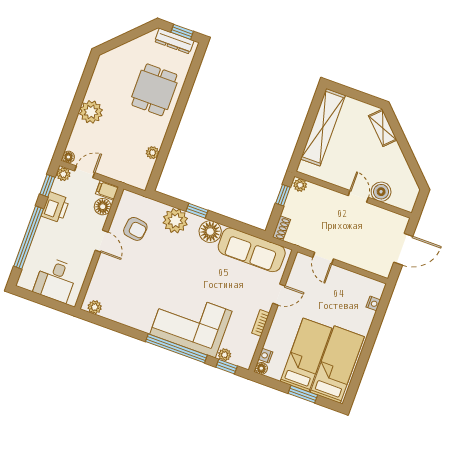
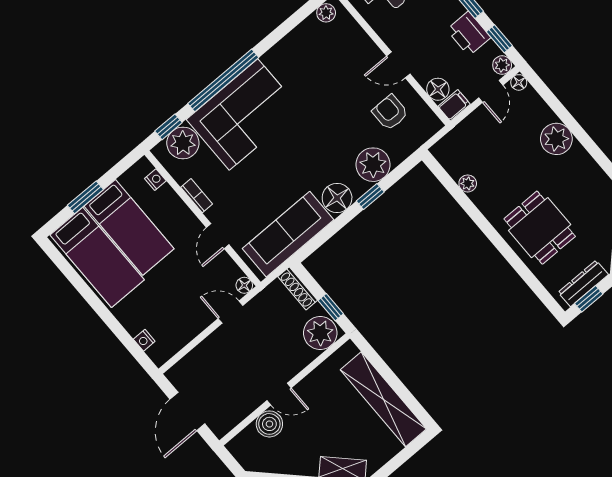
plant: (300, 185) -> (320, 333), width x1.88, depth x1.88
shoe rack: (281, 228) -> (298, 288), width x1.43
armchair: (135, 229) -> (390, 112), turned 83
plant: (225, 355) -> (183, 143), width x1.88, depth x1.88
floor lamp: (261, 368) -> (244, 285), moved

